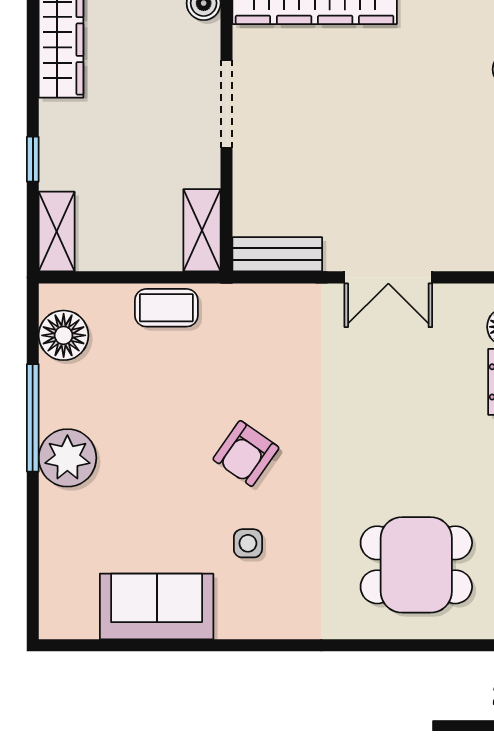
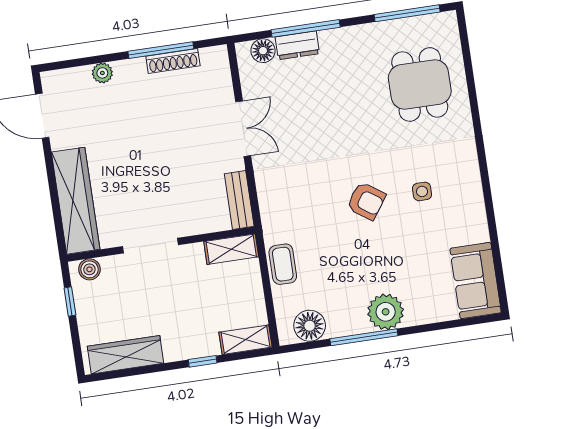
sofa: (157, 606) -> (476, 281), moved

